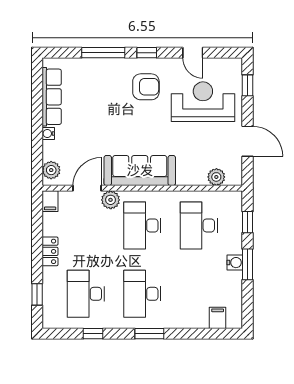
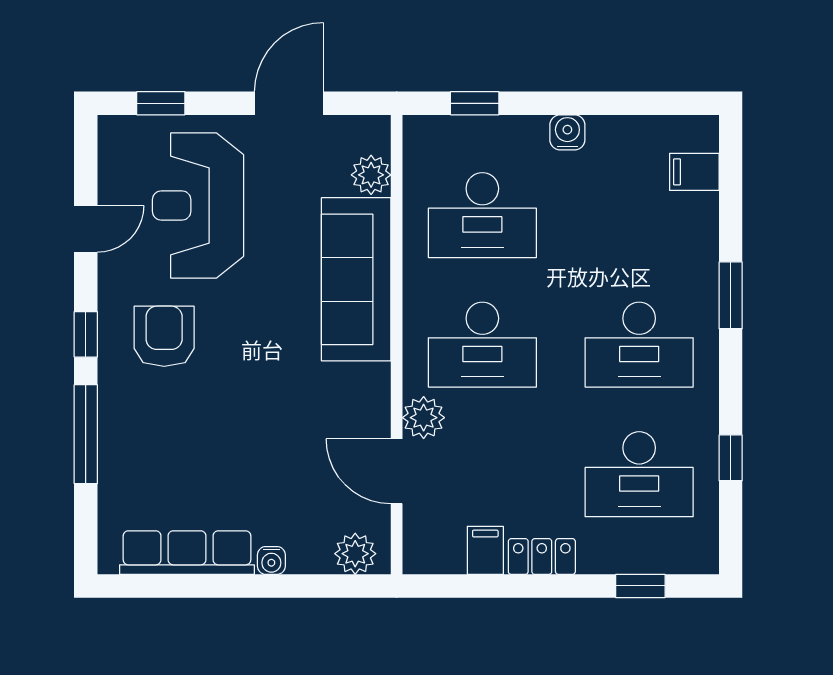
sofa: (140, 170) -> (356, 279), moved
filing cabinet: (50, 201) -> (485, 550), moved, turned -90
window: (247, 264) -> (572, 103), removed
window: (149, 334) -> (731, 295), moved

